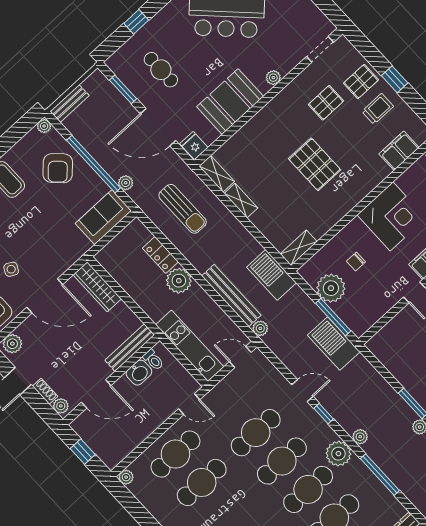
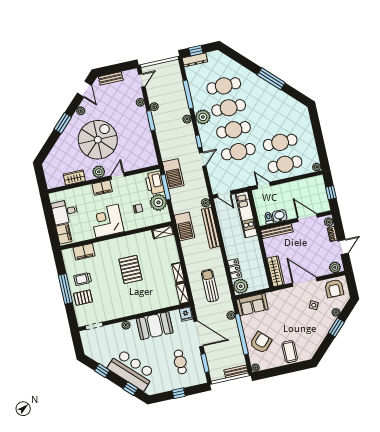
window: (395, 79) -> (65, 289), width x2.17
pallet: (326, 103) -> (107, 297), removed
plant: (179, 281) -> (241, 286), moved
printer: (353, 314) -> (155, 183), added
door: (302, 391) -> (203, 159), swing flipped

